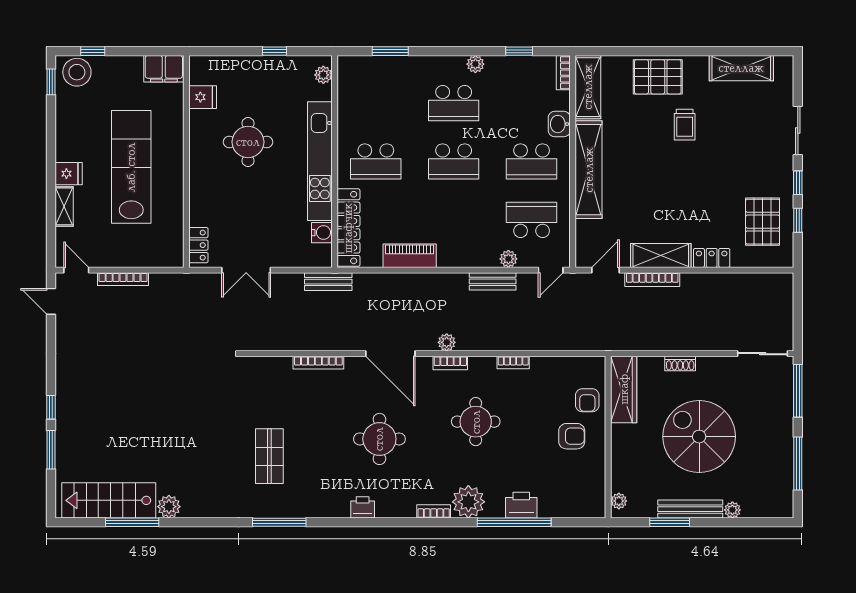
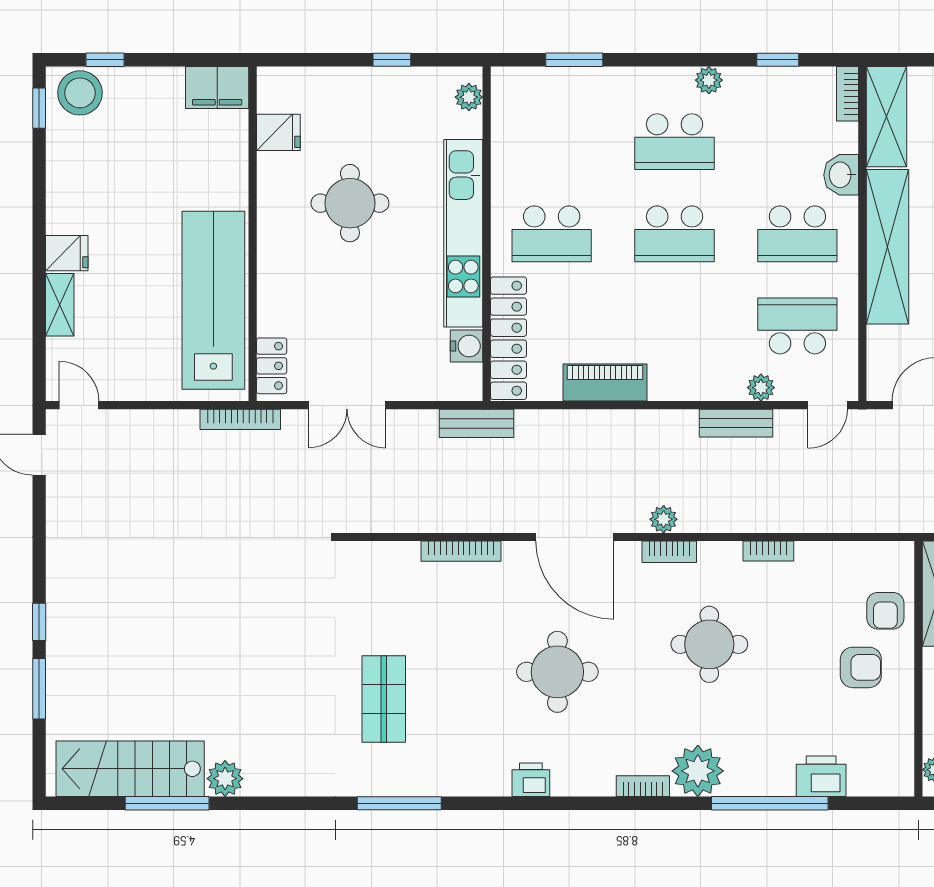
lab bench: (131, 167) -> (213, 300), moved
bookcase: (123, 279) -> (240, 419), moved
printer: (521, 505) -> (821, 776), moved

